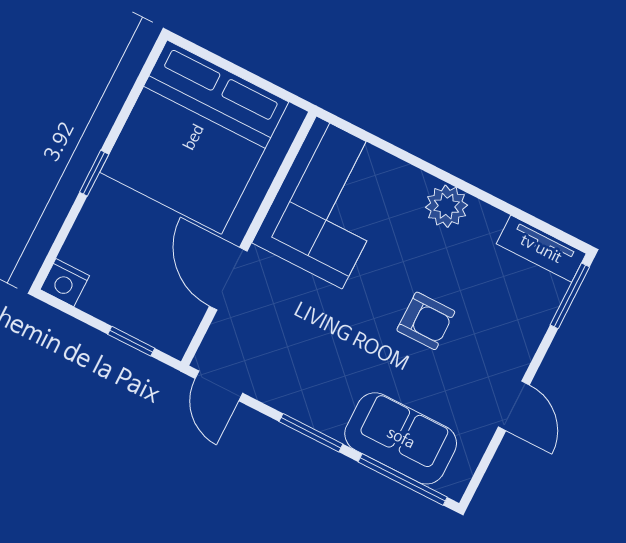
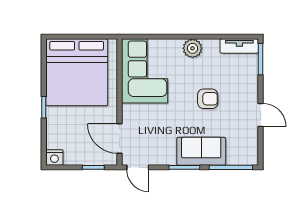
door: (228, 279) -> (119, 138), moved
sofa: (401, 438) -> (201, 151), moved

